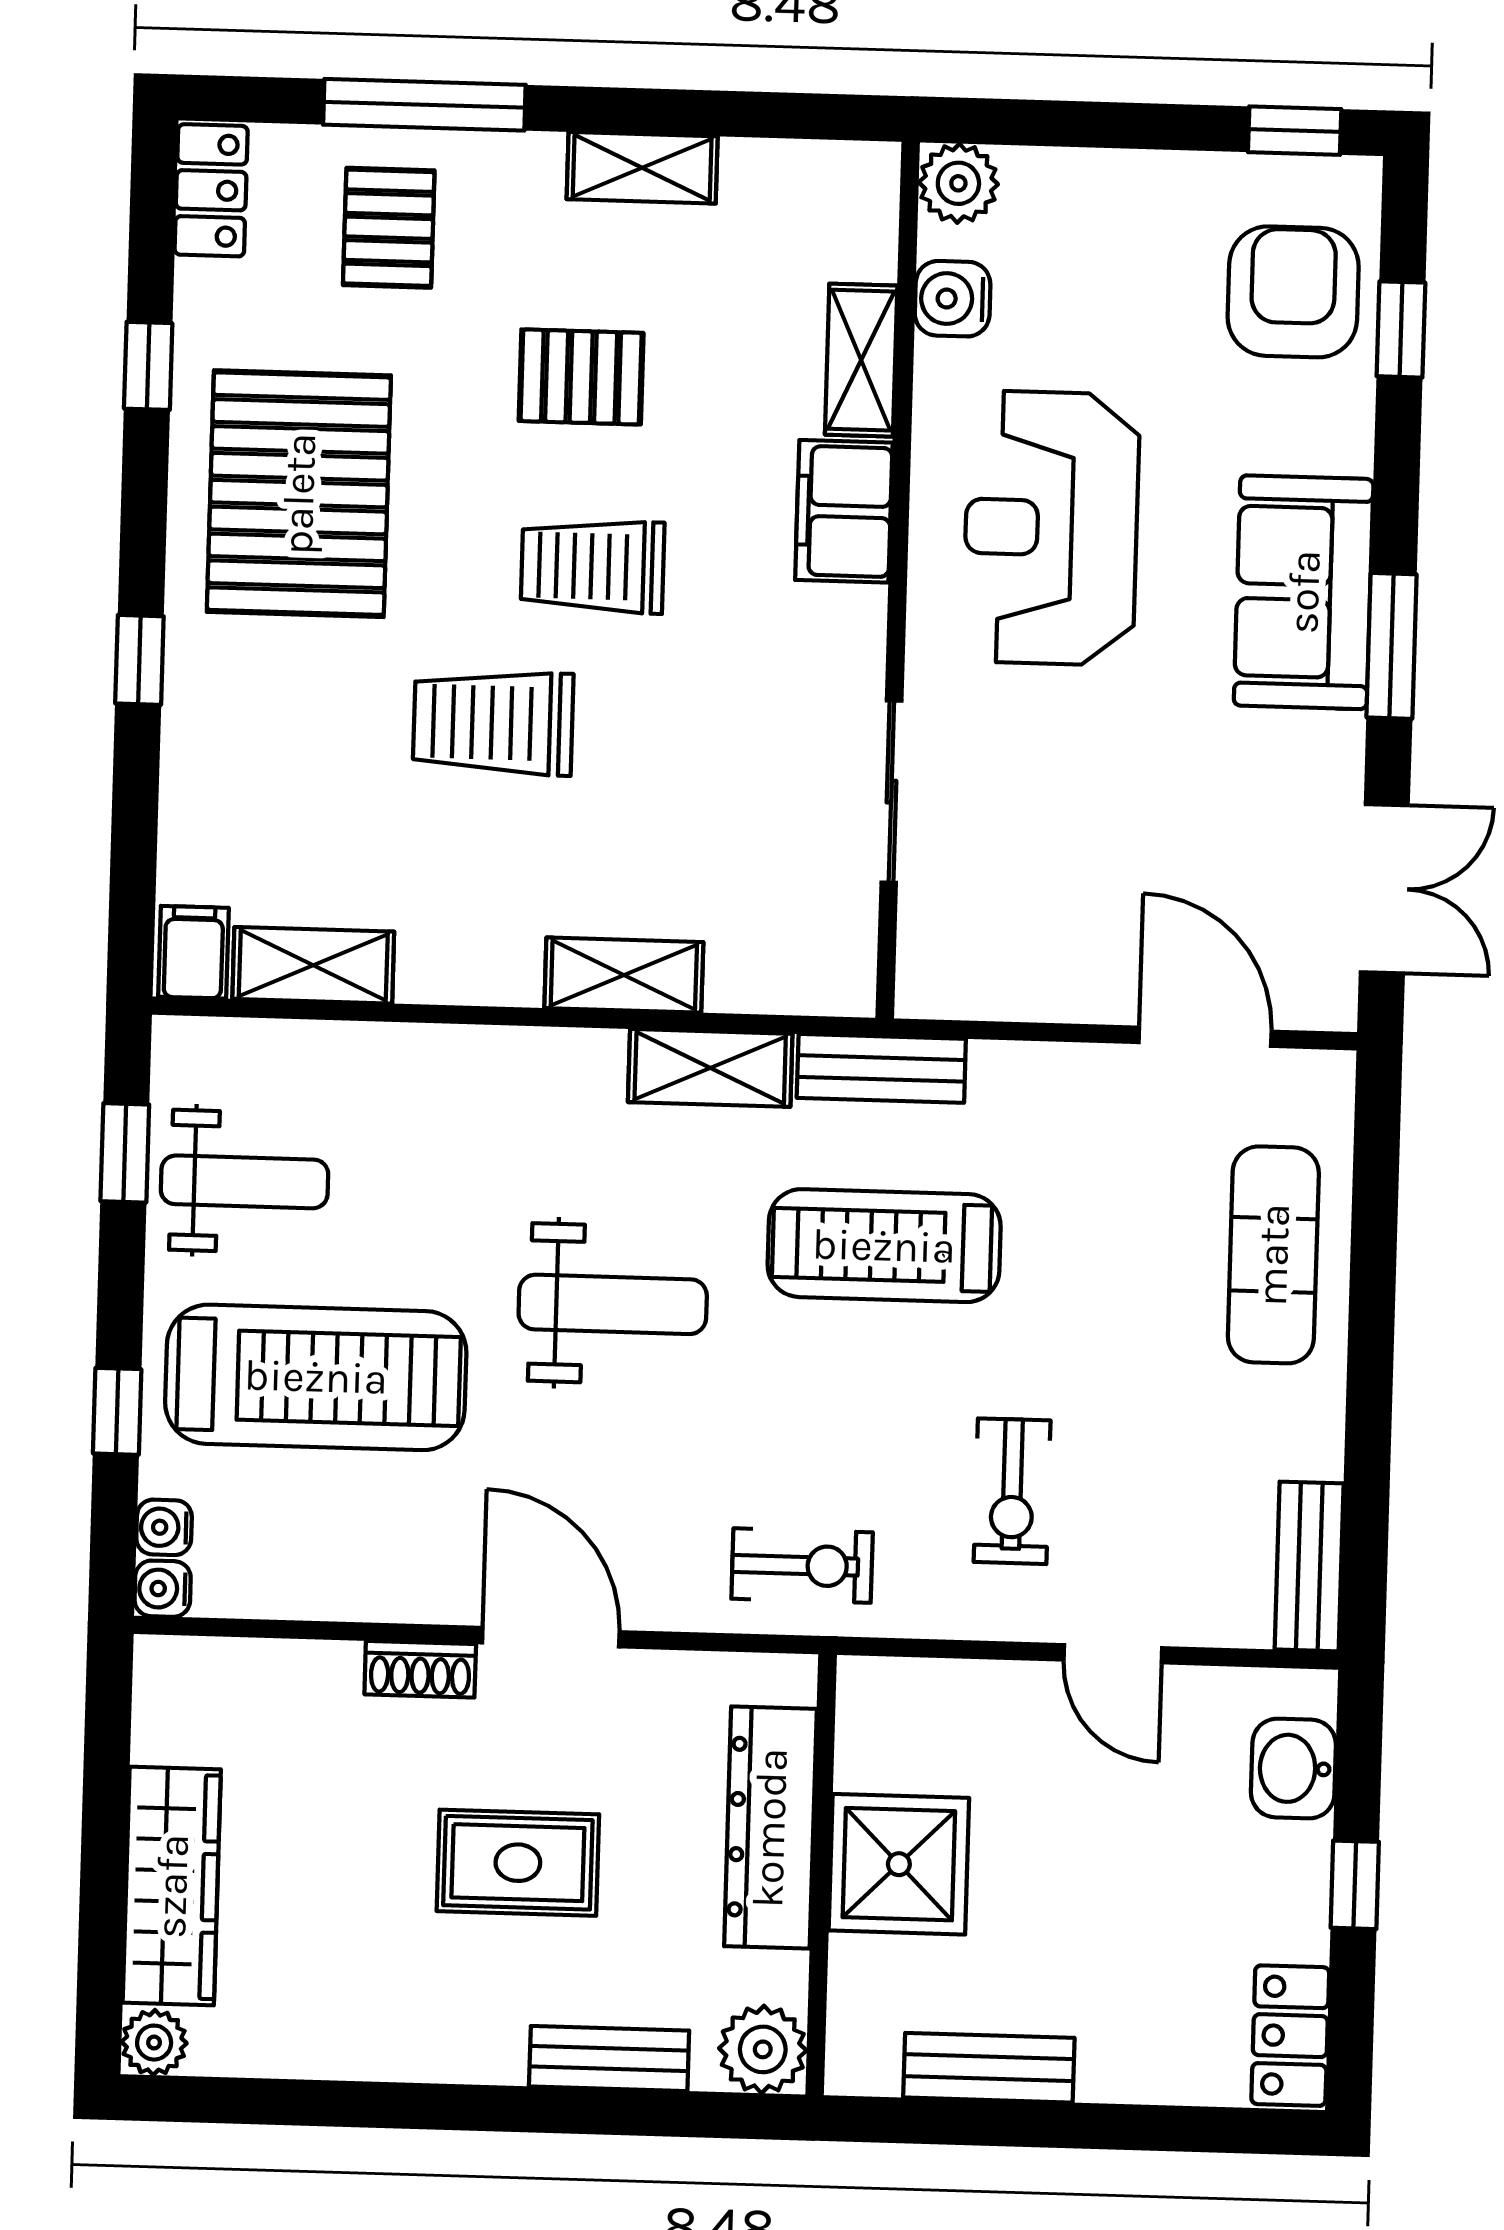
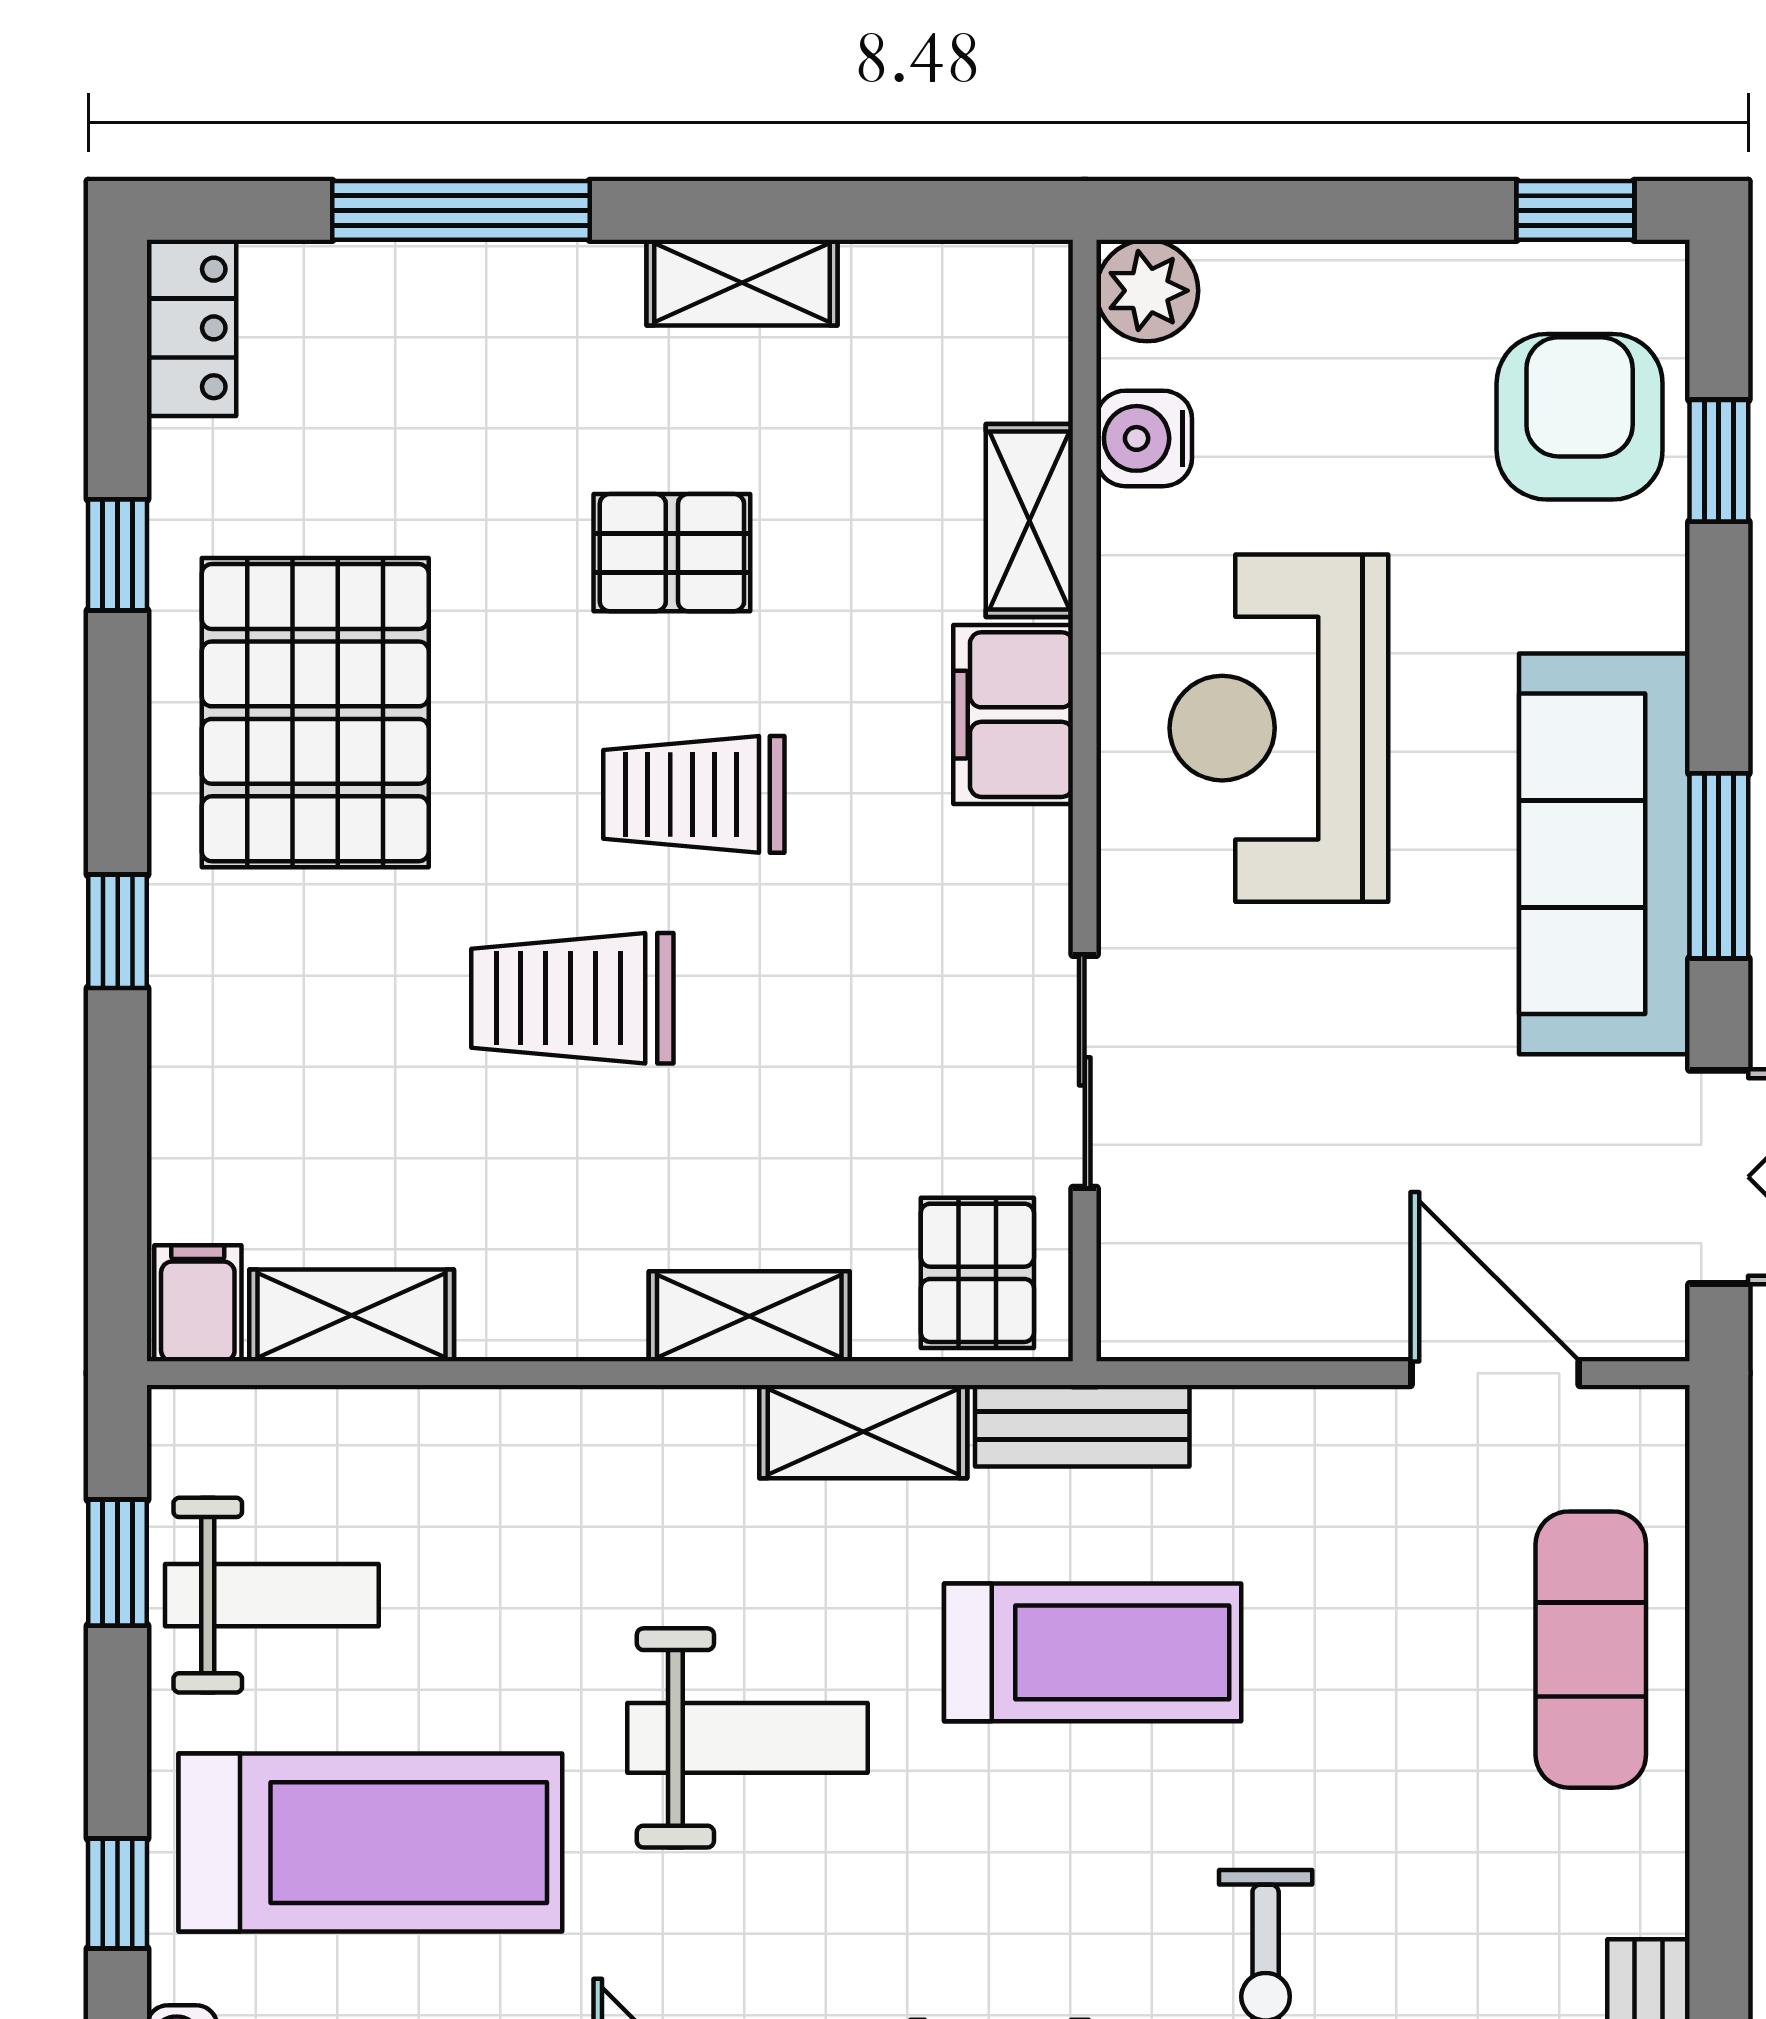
pallet: (389, 228) -> (977, 1273), moved
sofa: (1304, 592) -> (1604, 854), width x1.36
treadmill: (884, 1246) -> (1093, 1652), turned 180

